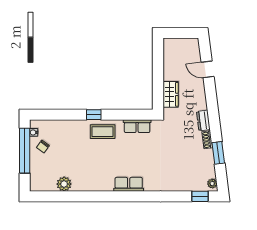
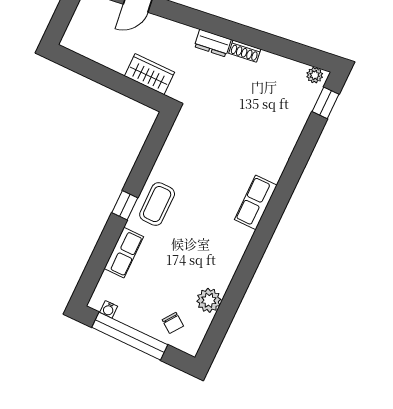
row of seats: (137, 126) -> (124, 253), moved
chair: (43, 146) -> (173, 323), moved
window: (218, 153) -> (273, 44), removed

